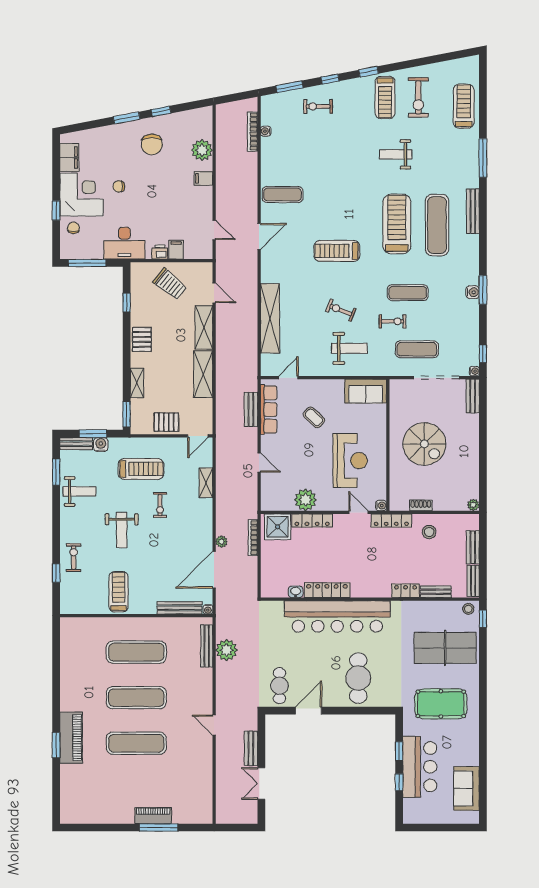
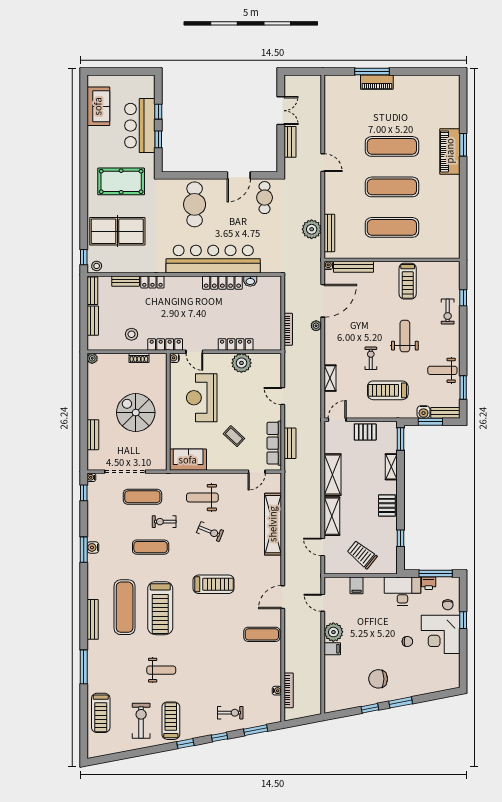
chair: (152, 144) -> (378, 679), turned -90
plant: (202, 150) -> (333, 632), moved
filing cabinet: (69, 158) -> (451, 667), removed
printer: (160, 252) -> (429, 583), moved
bench: (473, 396) -> (93, 435), moved
shower: (278, 527) -> (266, 339), removed

